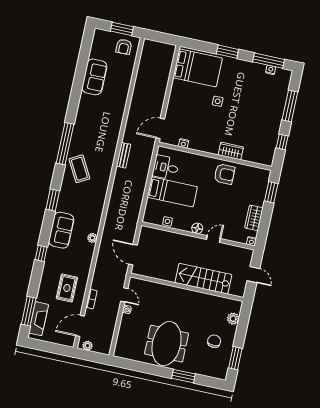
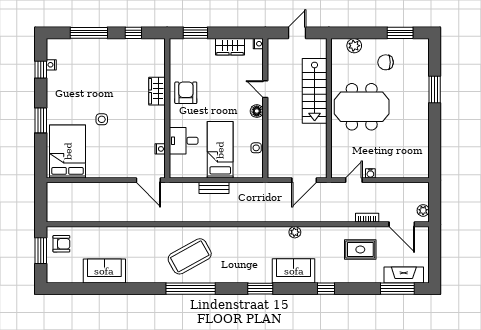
window: (269, 61) -> (41, 70), width x0.46
bench: (123, 155) -> (214, 188), moved
desk: (166, 168) -> (184, 141), moved, turned 90
coffee table: (79, 169) -> (190, 256), moved, width x1.36, depth x1.32
meeting table: (167, 344) -> (362, 107), moved

